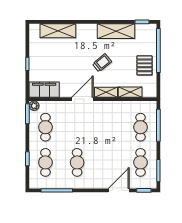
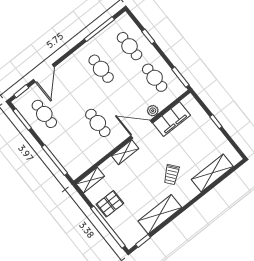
trolley: (102, 63) -> (171, 175), moved
pallet: (144, 65) -> (110, 204), turned 90
filing cabinet: (44, 90) -> (172, 119), moved
shelving: (130, 92) -> (90, 180), moved
door: (82, 99) -> (141, 129), swing flipped
plant: (34, 106) -> (153, 111), moved
cafe table: (140, 127) -> (98, 123), moved

